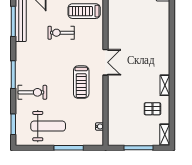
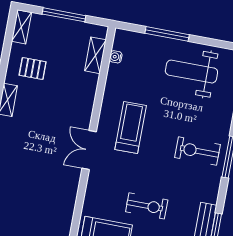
exercise bike: (32, 92) -> (198, 151), moved
shelving: (113, 125) -> (95, 55), added

